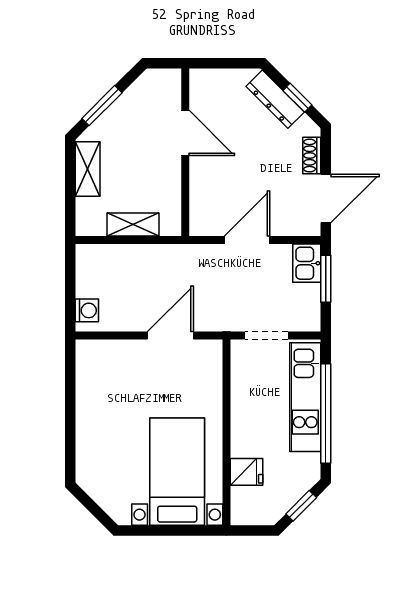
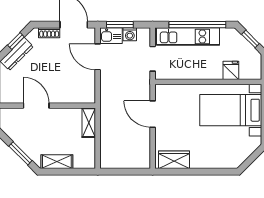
door: (185, 133) -> (36, 106), hinge flipped
shelving: (133, 225) -> (89, 123), moved
door: (247, 240) -> (98, 57), moved
washing machine: (87, 310) -> (130, 34), moved, turned 180
wardrobe: (91, 373) -> (174, 160), added

